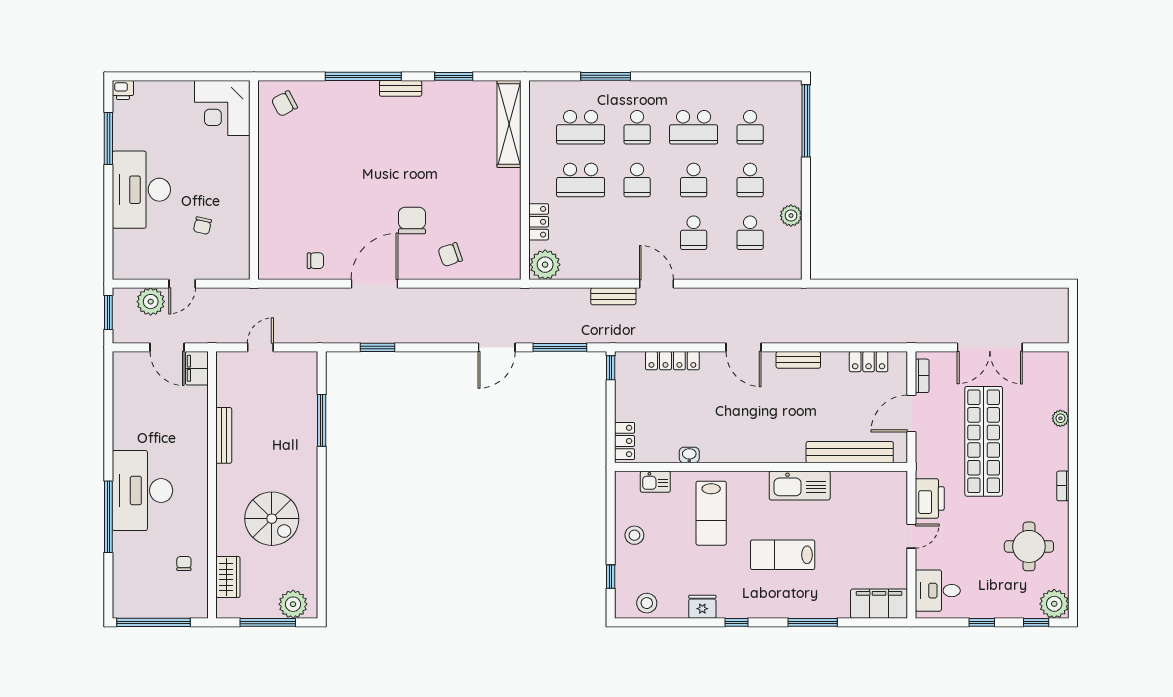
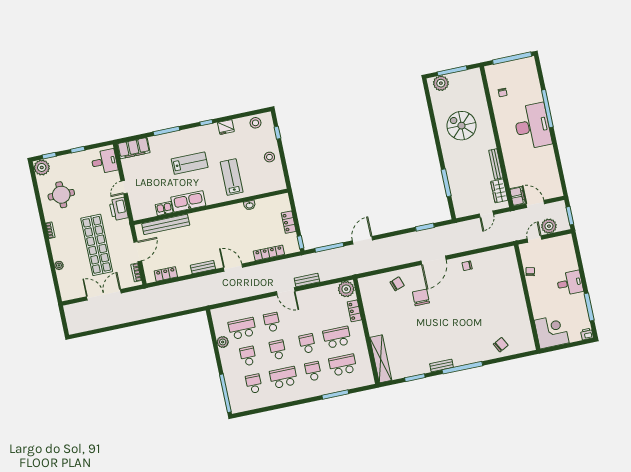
corner desk: (222, 108) -> (552, 332), moved
wall: (254, 180) -> (527, 297), moved
desk: (141, 190) -> (570, 283), width x0.53, depth x0.77
chair: (412, 221) -> (421, 297), turned 180
school desk: (750, 233) -> (242, 328), width x1.85
locker: (625, 441) -> (289, 222), moved
kitchen sink: (655, 482) -> (164, 209), moved
wardrobe: (228, 577) -> (499, 191), moved

